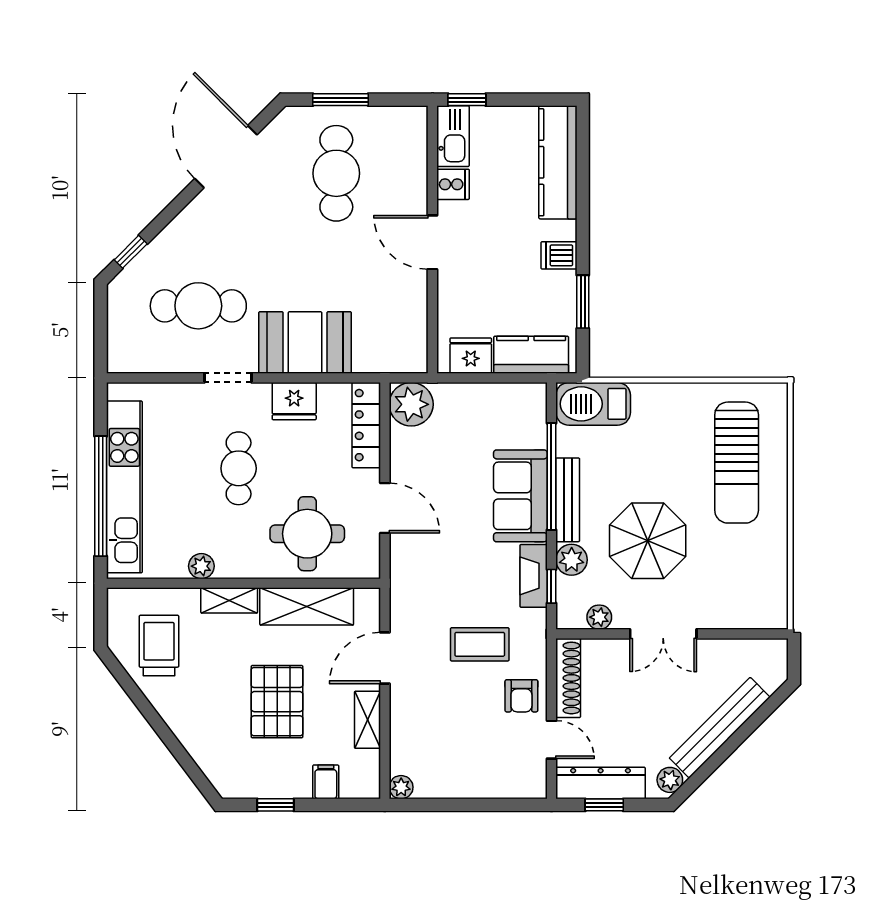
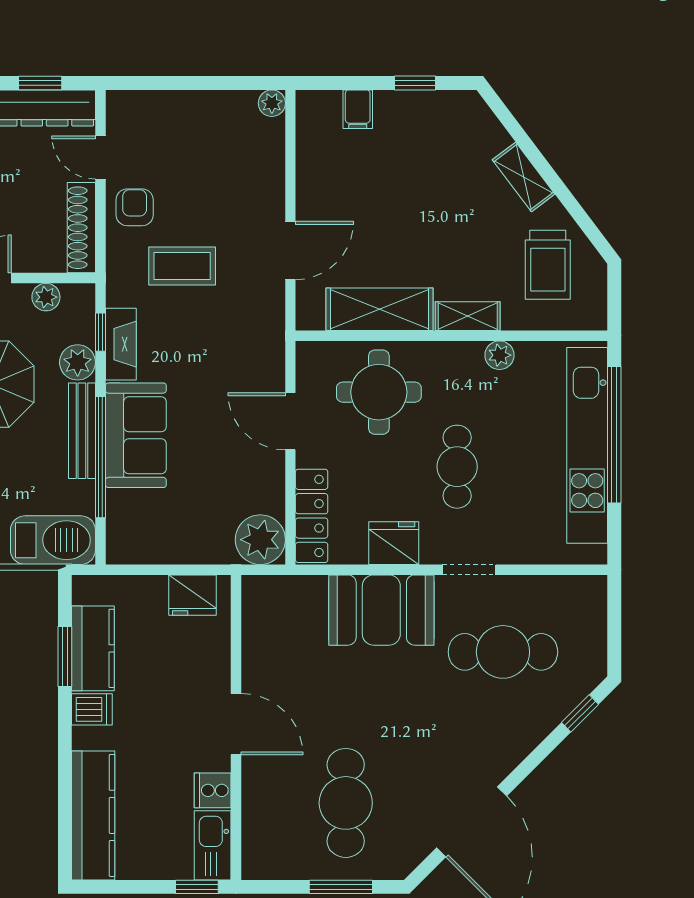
kitchen counter: (531, 355) -> (93, 648), moved, turned -90
pallet: (277, 702) -> (413, 201), removed
shelving: (367, 720) -> (524, 177), moved, turned -37

